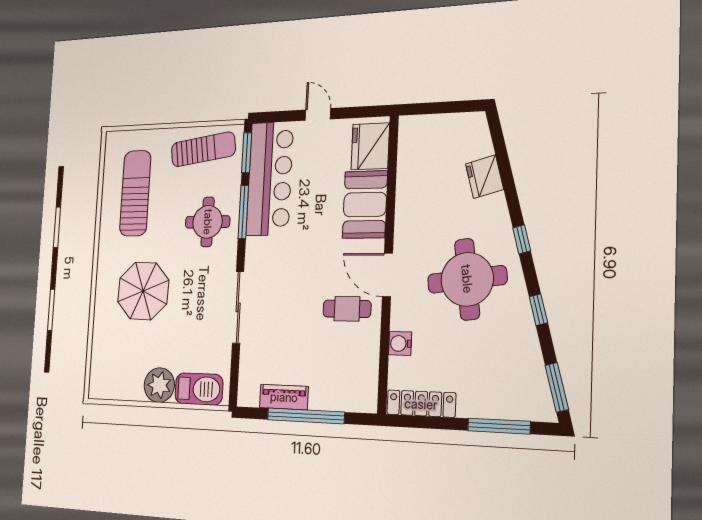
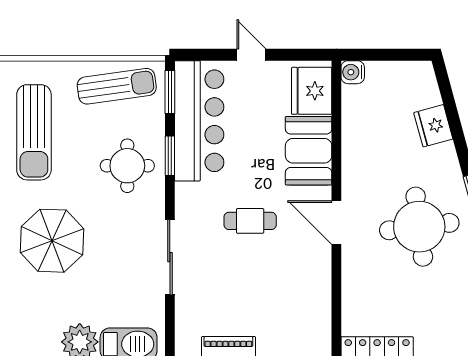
sun lounger: (135, 193) -> (34, 132), turned 180
window: (243, 212) -> (170, 156), width x0.69
cafe table: (347, 309) -> (250, 221), moved
water cooler: (400, 343) -> (353, 72), moved

